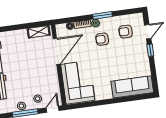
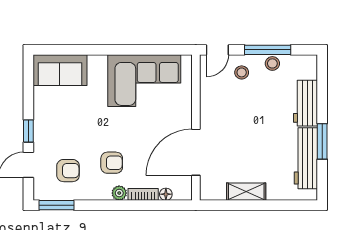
window: (103, 15) -> (57, 205), moved
shelving: (39, 32) -> (246, 192), moved
corner sofa: (78, 82) -> (144, 81), moved, turned -90
sofa: (132, 87) -> (60, 70), width x0.73

